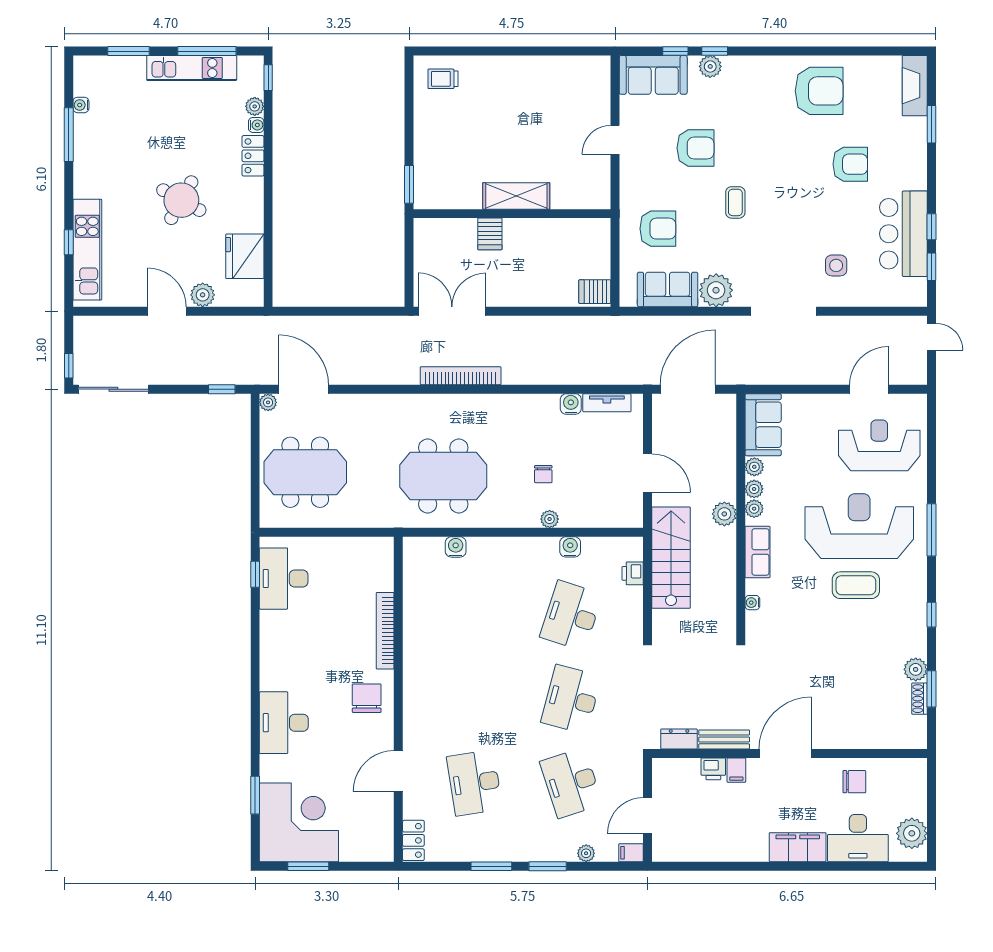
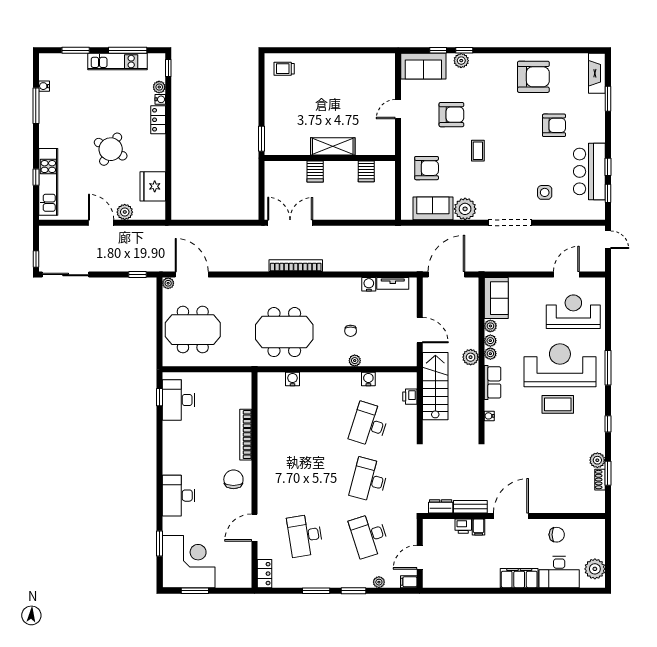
server rack: (595, 292) -> (366, 171), moved, turned -90

